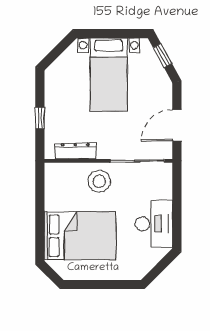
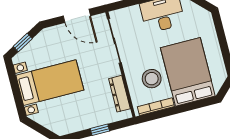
stool: (99, 181) -> (152, 79), moved
bookcase: (50, 189) -> (156, 107), added

